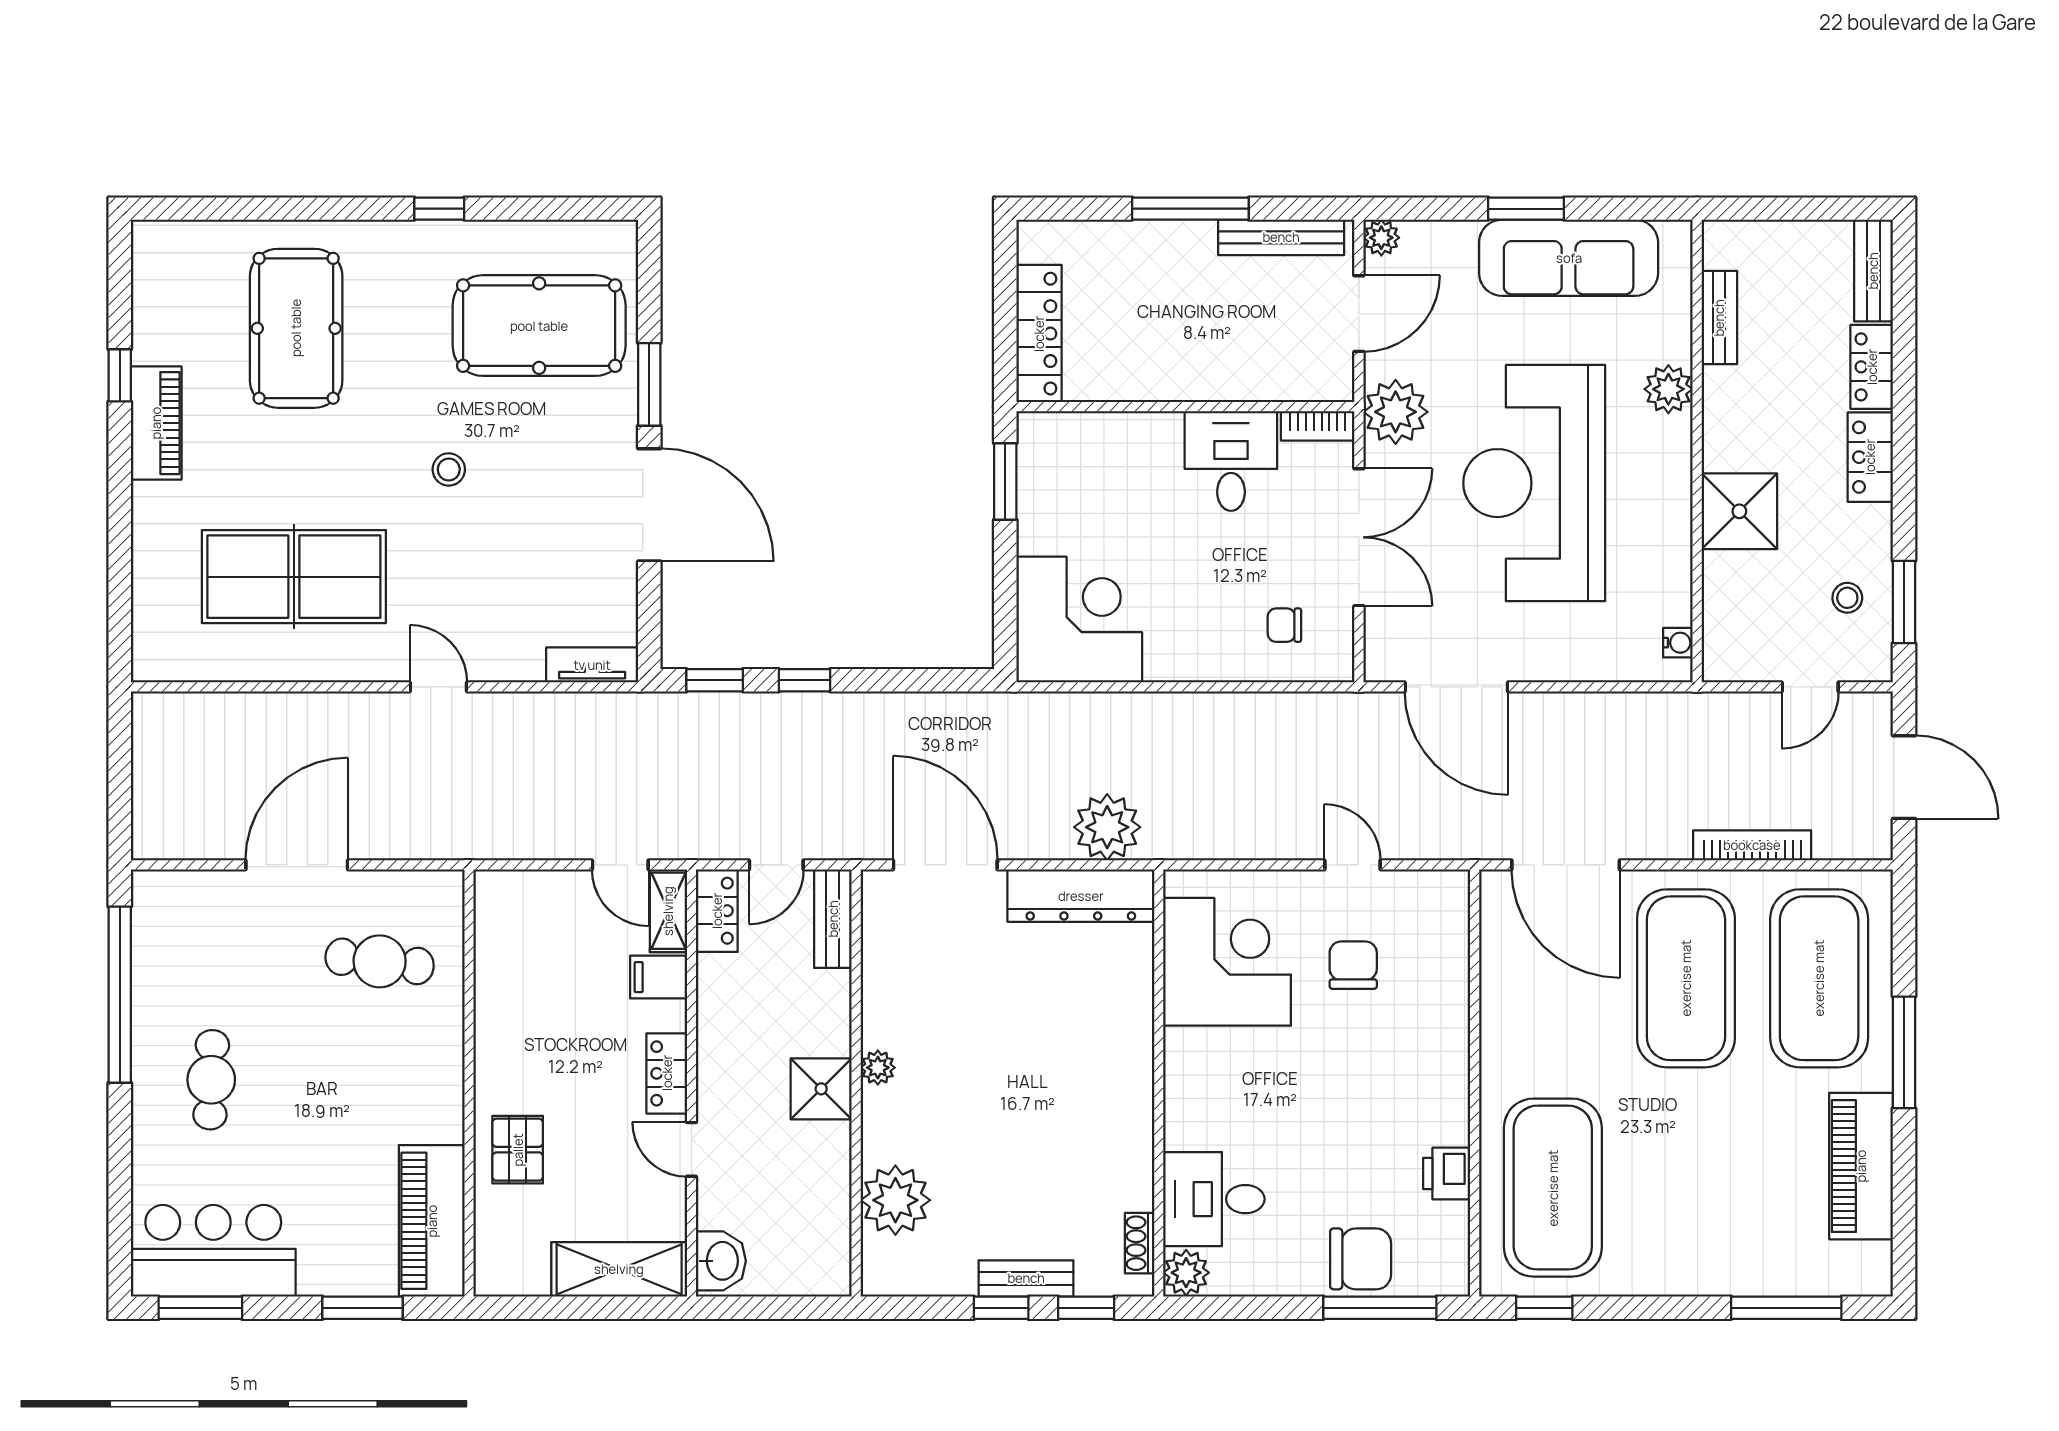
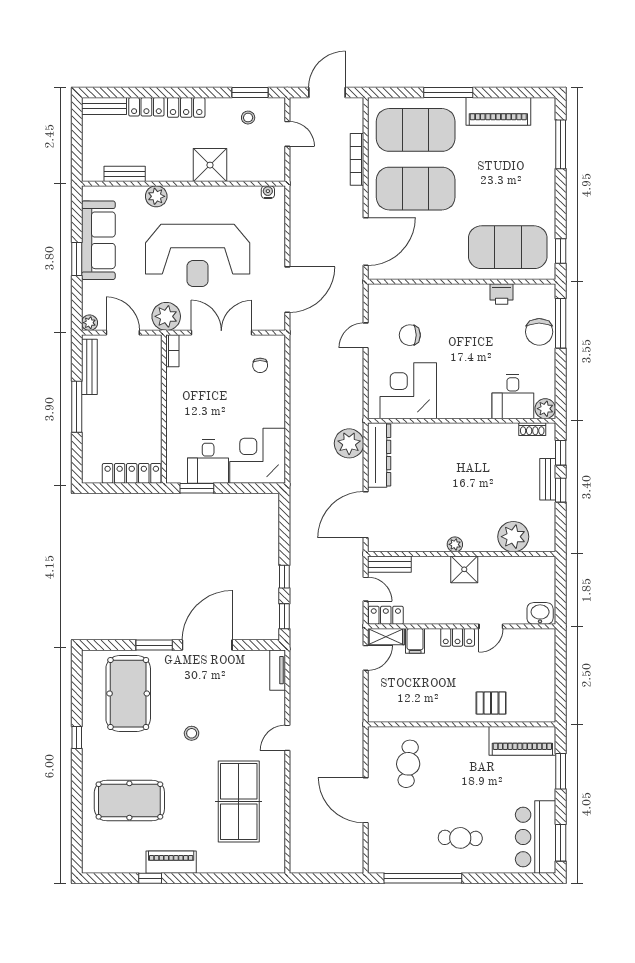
desk: (1231, 461) -> (208, 461), moved, turned -90
chair: (1361, 1259) -> (539, 332), turned 180
shelving: (619, 1269) -> (544, 658), removed

